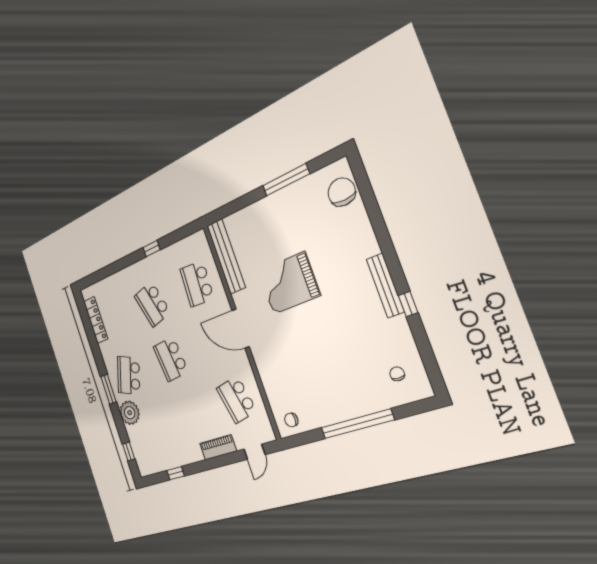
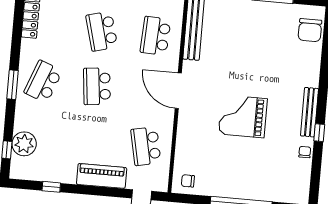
chair: (342, 192) -> (310, 30), turned 180
grand piano: (289, 283) -> (243, 116), moved
chair: (397, 374) -> (305, 152), moved
plant: (130, 413) -> (24, 144), moved
piano: (218, 447) -> (102, 176), width x1.37, depth x1.33

